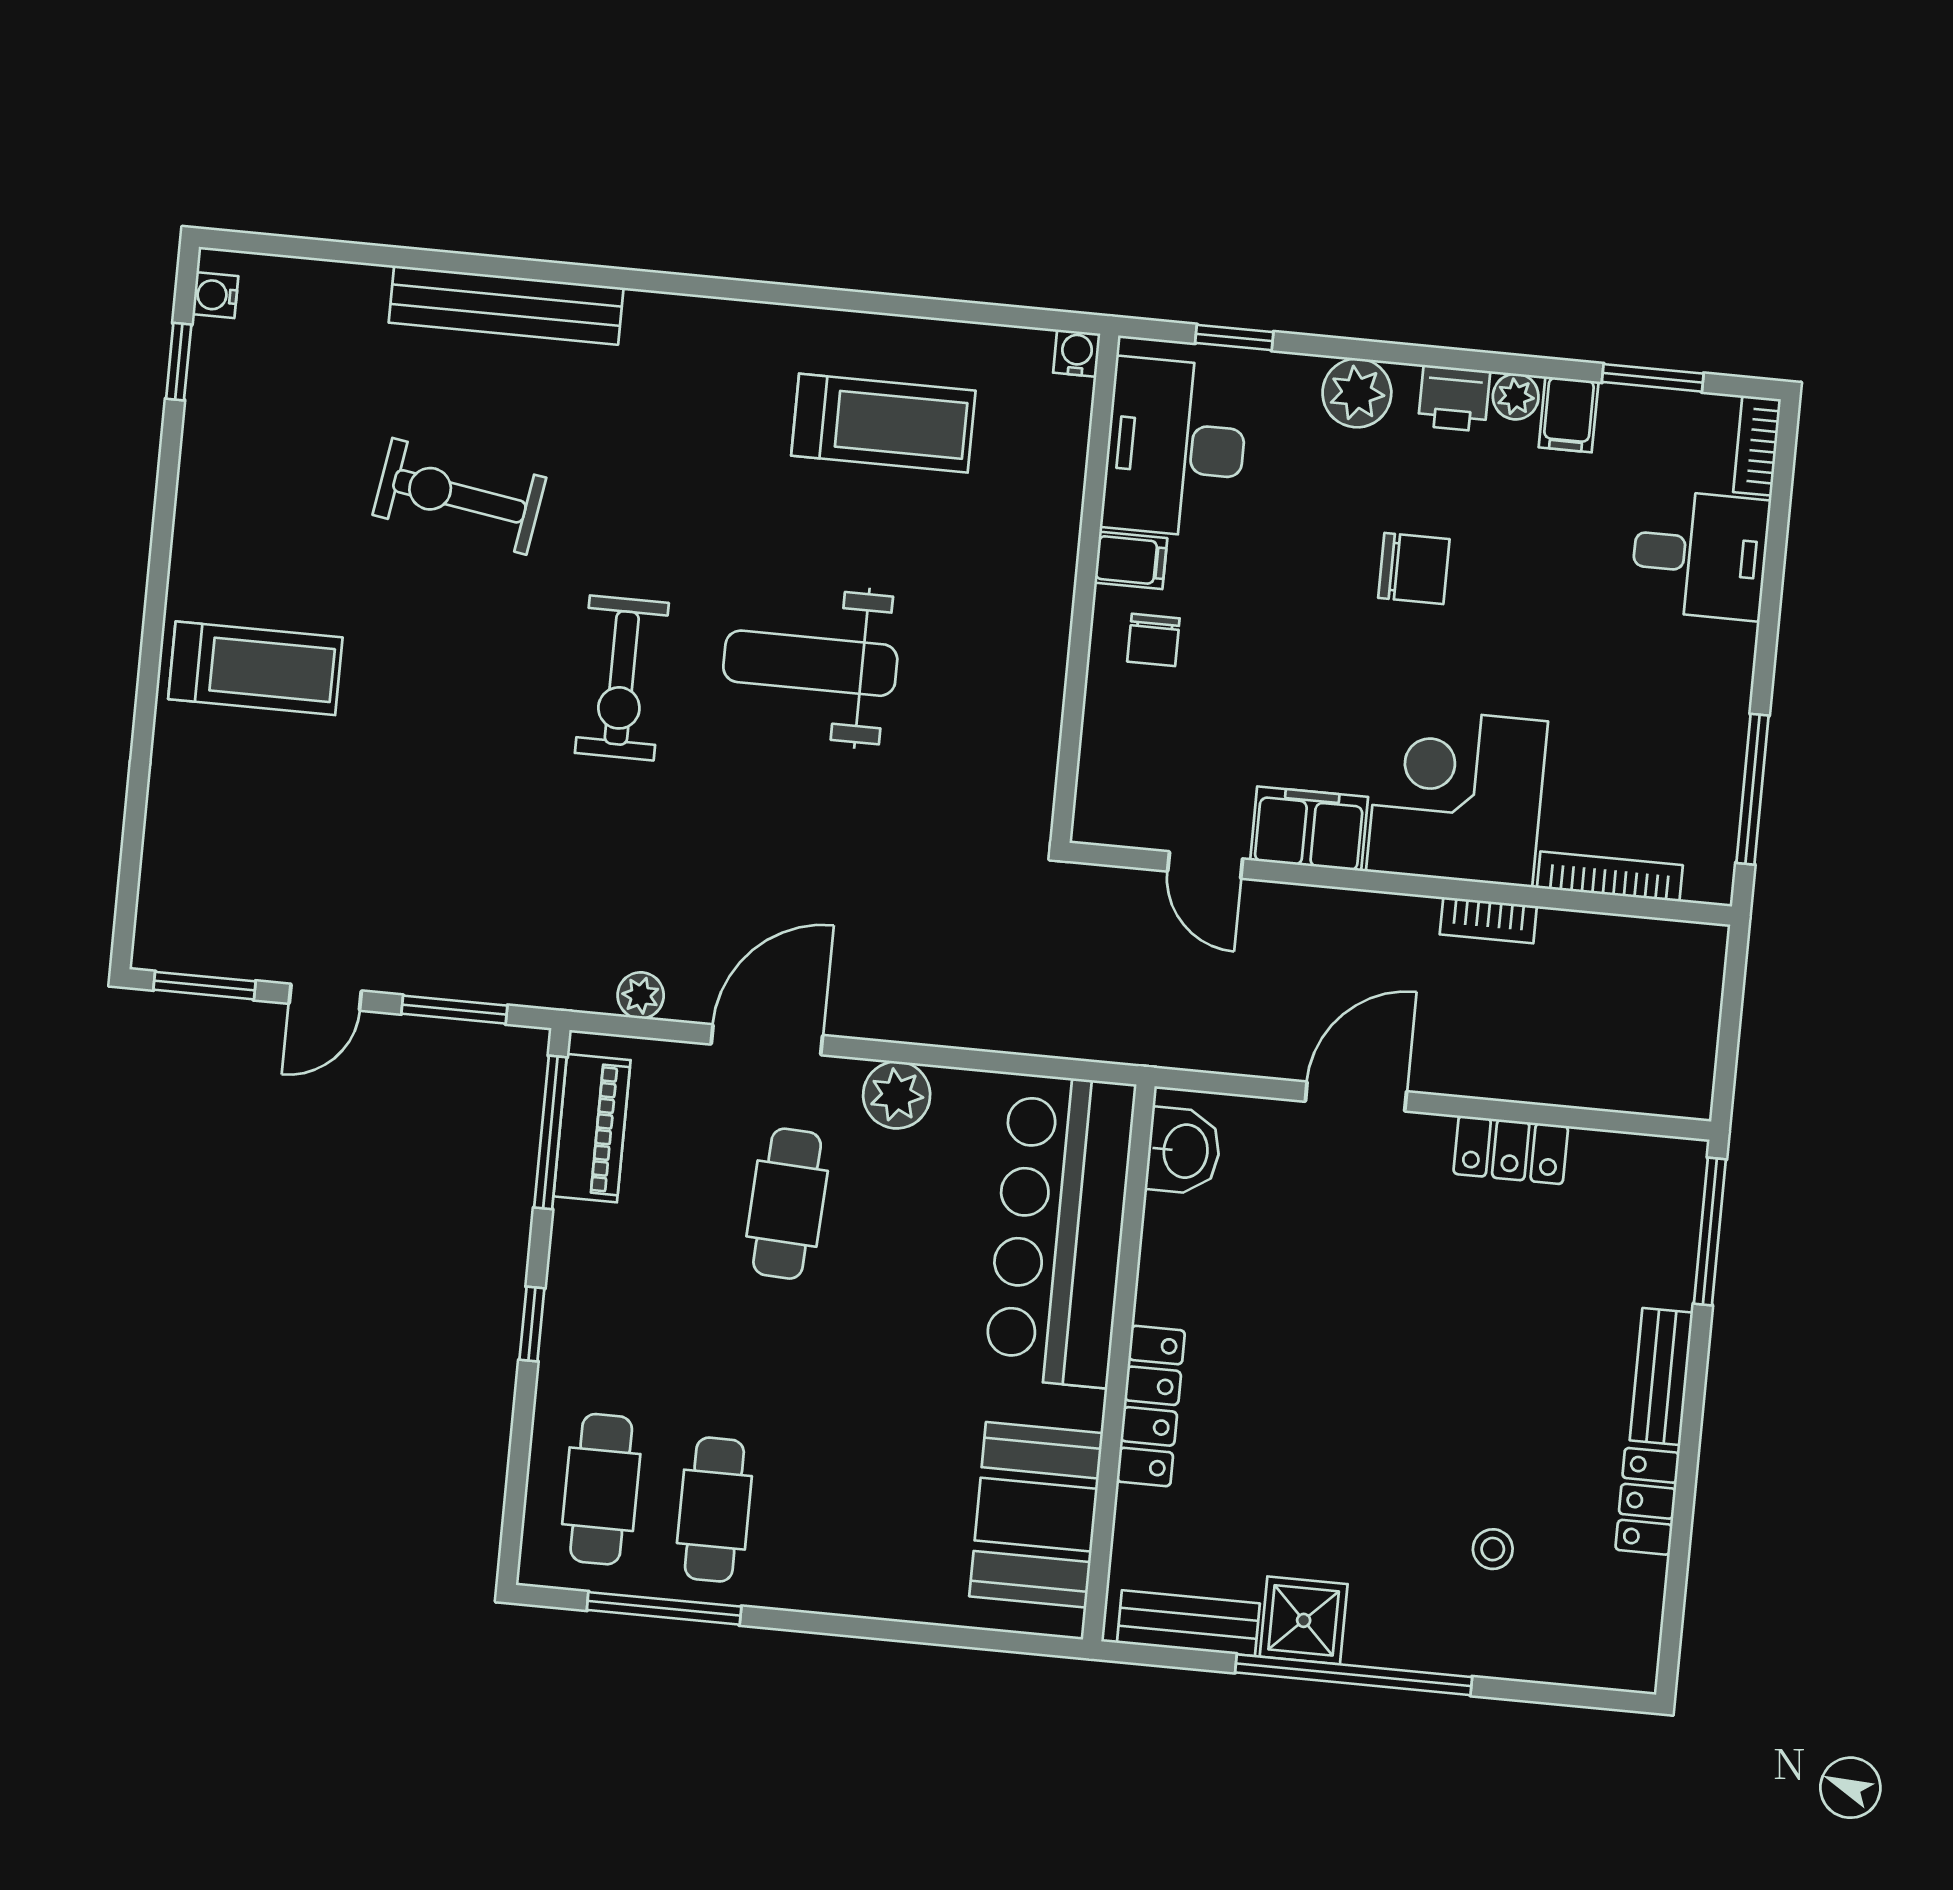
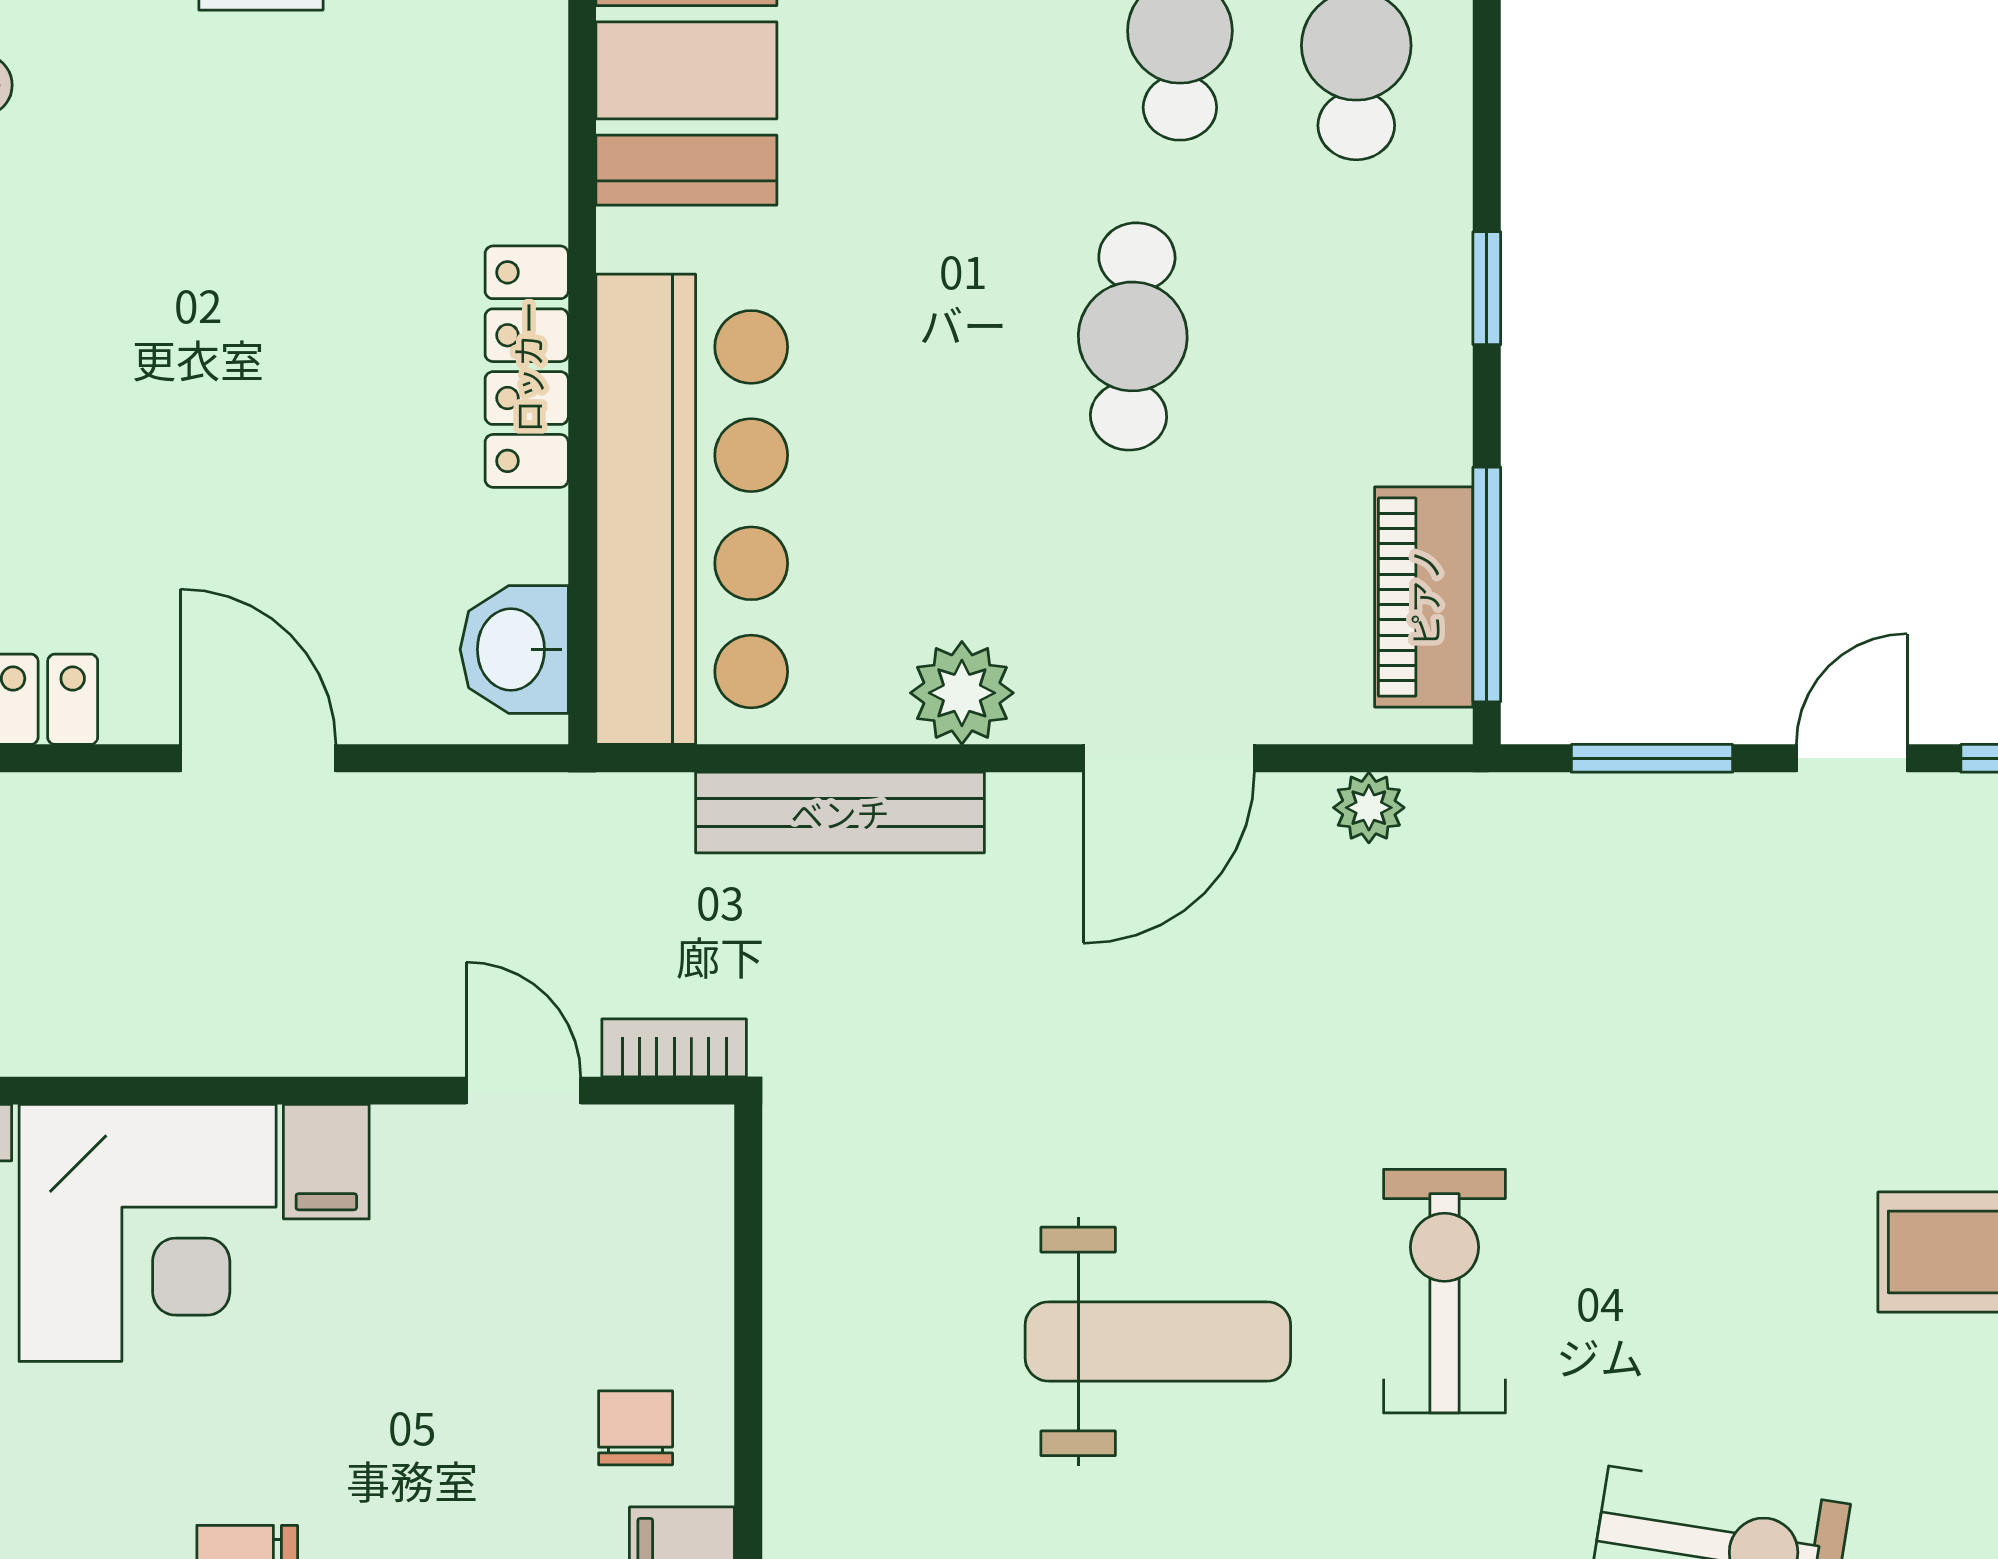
filing cabinet: (1309, 829) -> (326, 1162), width x0.50
bookcase: (1488, 920) -> (674, 1048), moved
bench: (983, 1025) -> (840, 813), added
door: (1356, 1096) -> (258, 758), swing flipped
cafe table: (787, 1204) -> (1133, 336), moved
locker: (1151, 1406) -> (527, 367), moved

